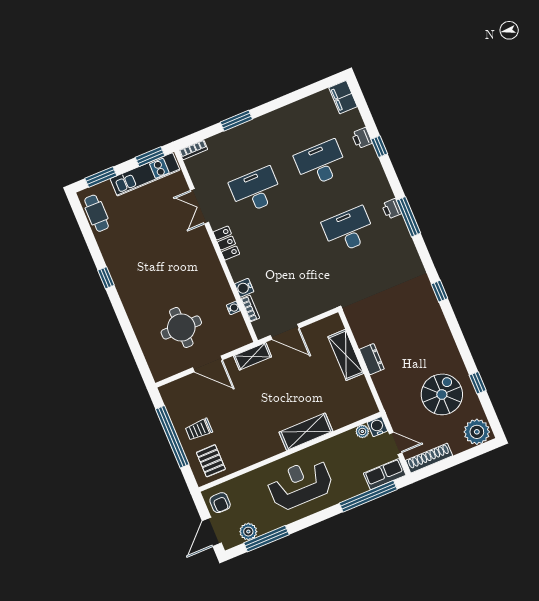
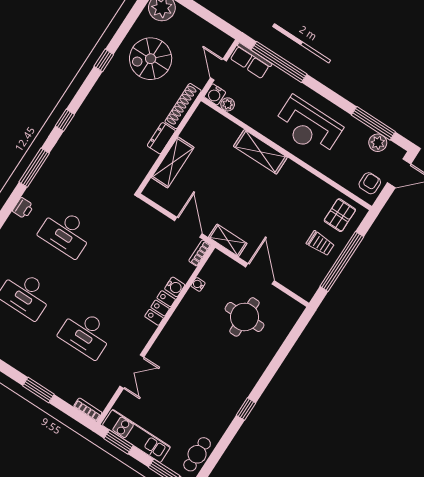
window: (408, 217) -> (34, 168), moved
locker: (226, 243) -> (160, 308), moved
bookcase: (250, 308) -> (200, 253), moved
window: (478, 383) -> (104, 60), moved
shoe rack: (429, 458) -> (183, 106), moved, turned 90

